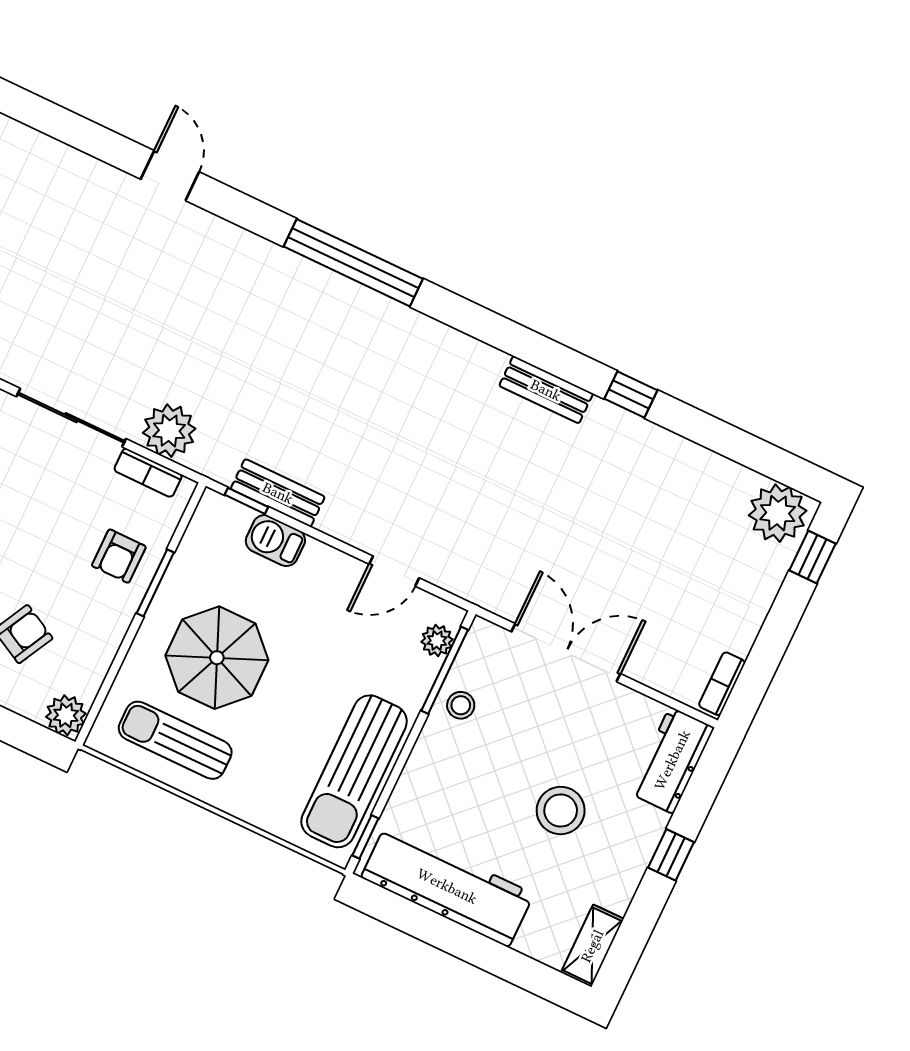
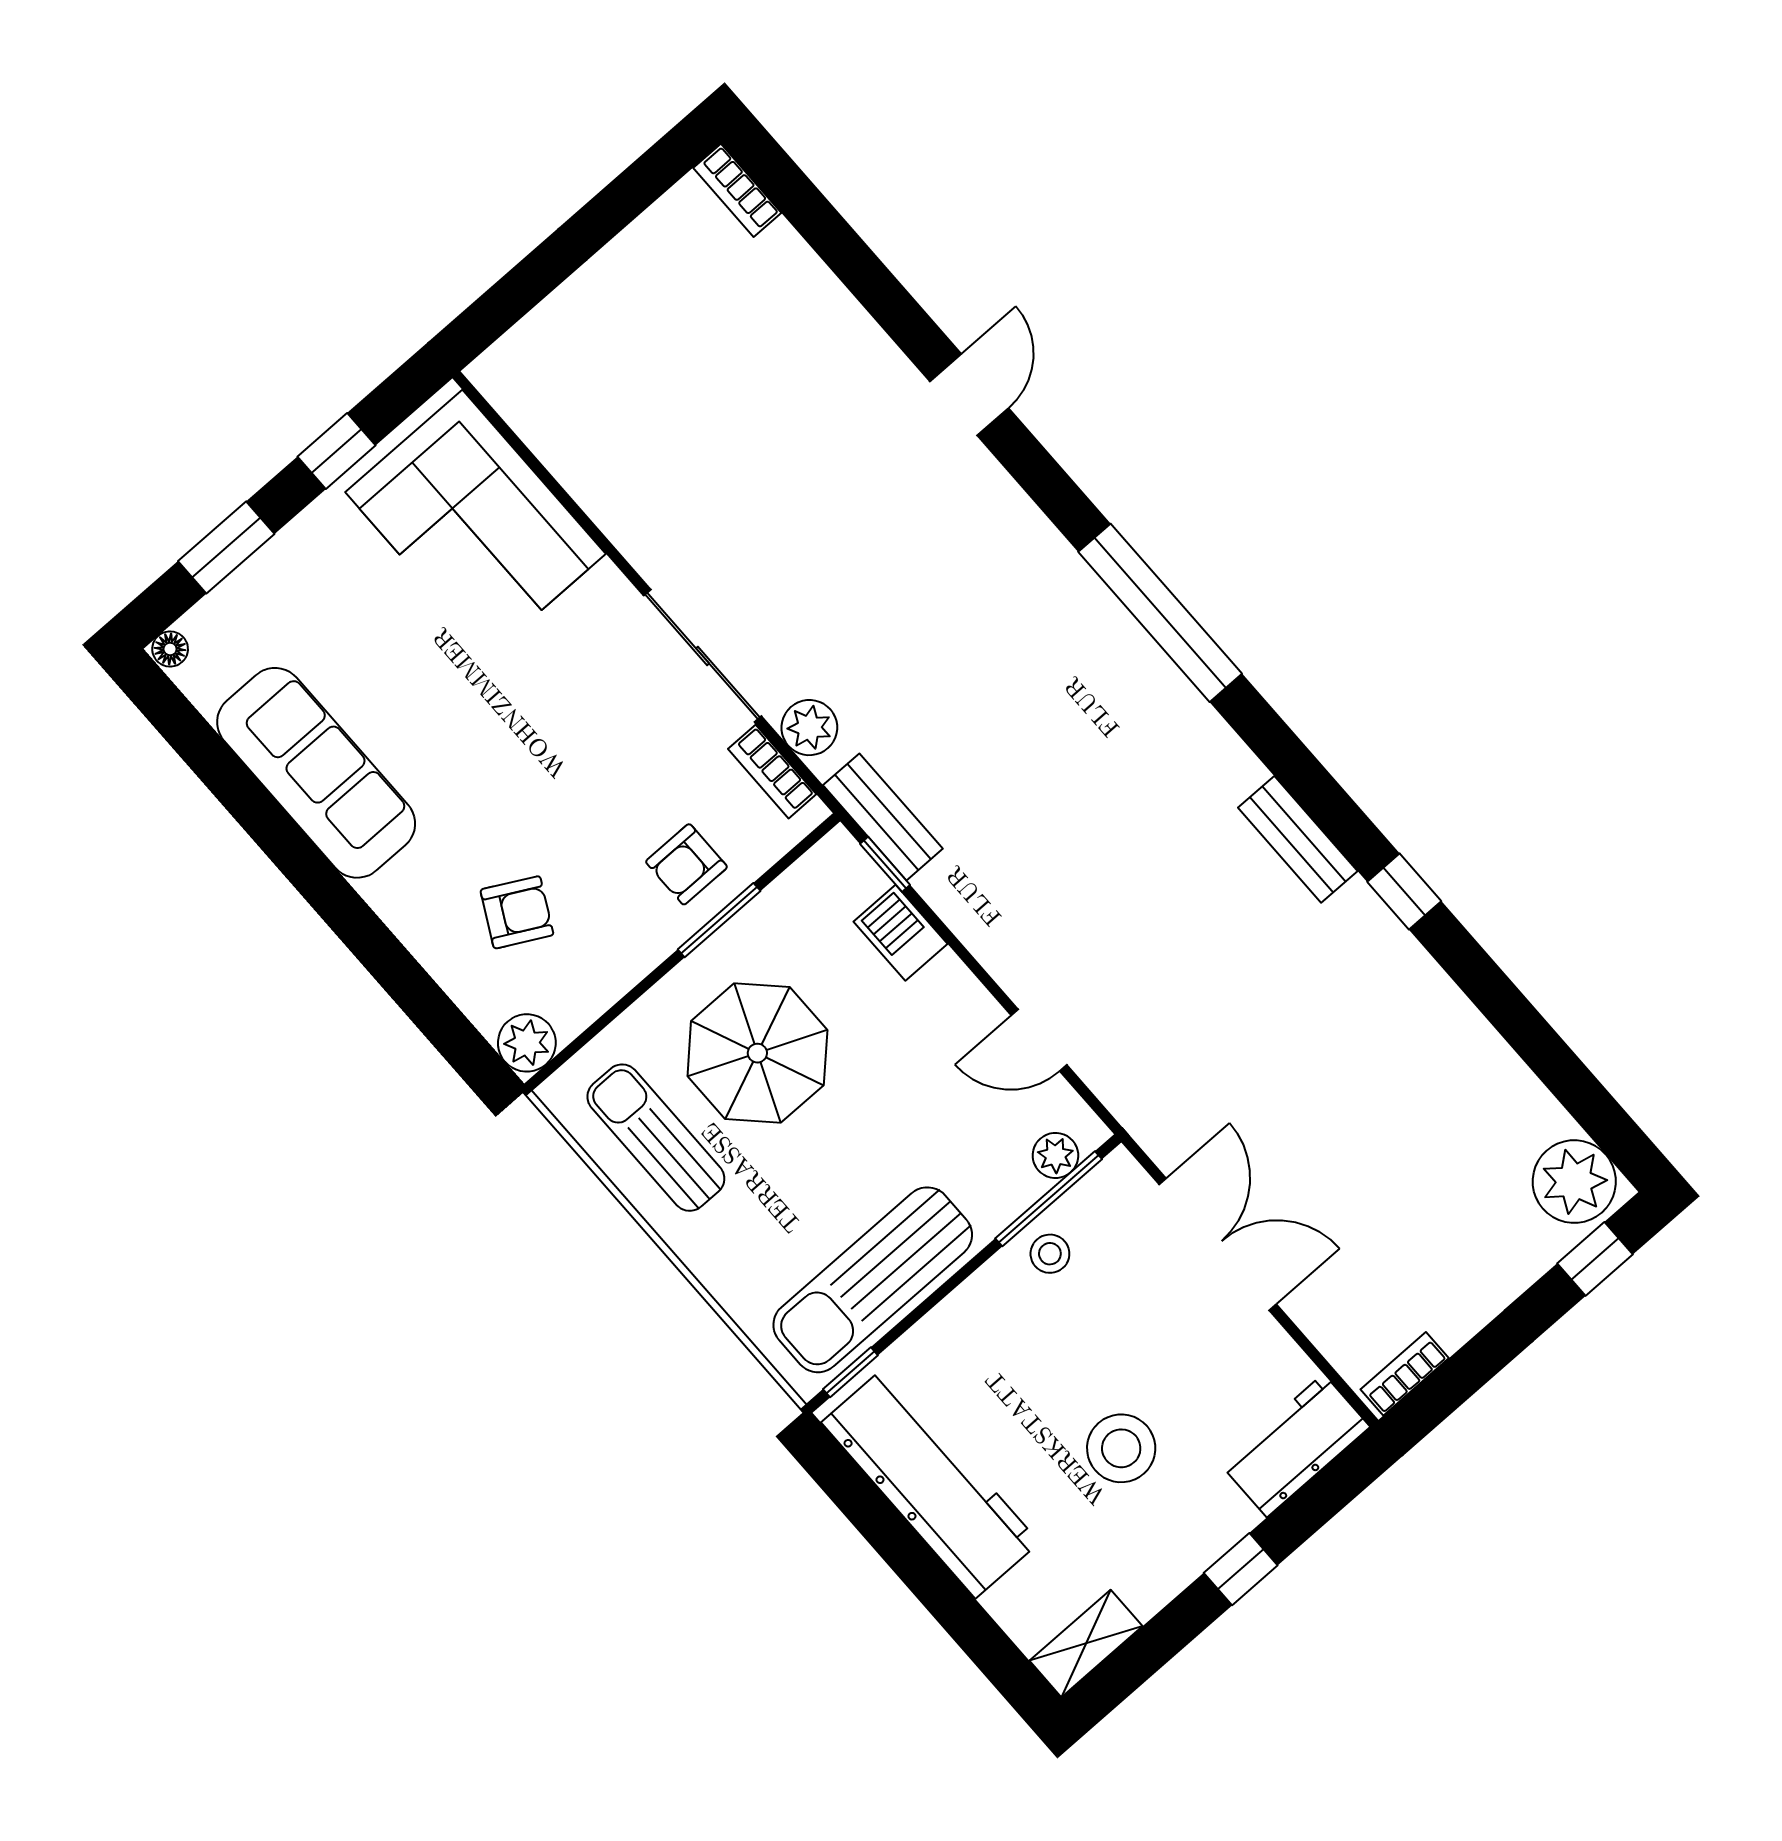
bench: (546, 390) -> (1298, 839), moved
window: (631, 394) -> (1404, 892), moved
plant: (169, 431) -> (809, 728), width x0.73, depth x0.73
bench: (278, 493) -> (883, 817), moved

